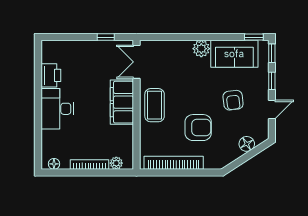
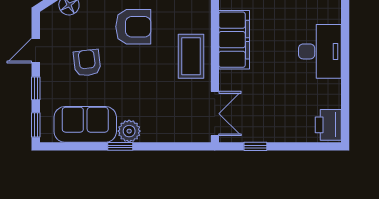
window: (254, 37) -> (120, 146), moved
printer: (51, 75) -> (328, 125), moved
filing cabinet: (122, 102) -> (234, 40), moved
armchair: (198, 128) -> (133, 27), turned 180

